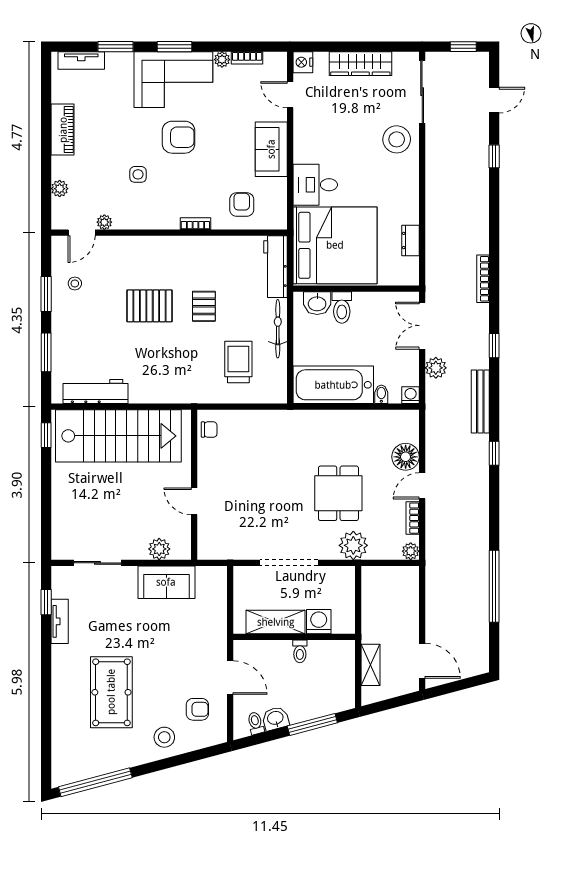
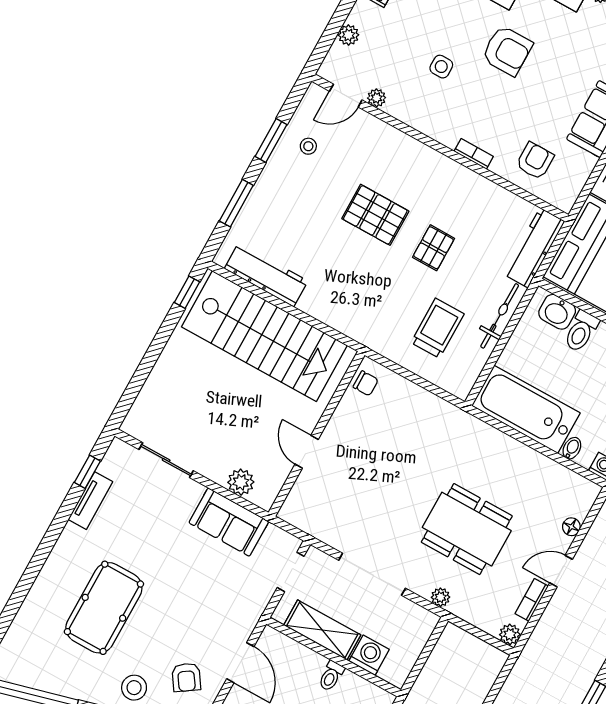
floor lamp: (406, 457) -> (571, 527), width x0.53, depth x0.53
dining table: (338, 493) -> (467, 529), width x1.38
plant: (353, 545) -> (440, 597), width x0.53, depth x0.53
doorway: (230, 593) -> (291, 572), added
armchair: (197, 709) -> (186, 677), turned 56

